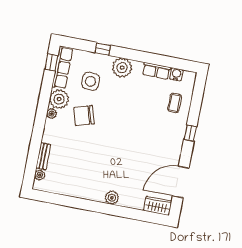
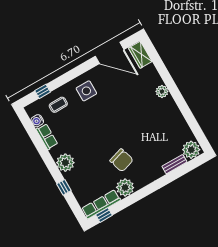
side table: (91, 81) -> (86, 91), moved
plant: (52, 114) -> (140, 184), removed
window: (190, 133) -> (43, 91), moved
plant: (40, 175) -> (191, 150), width x1.88, depth x1.88

